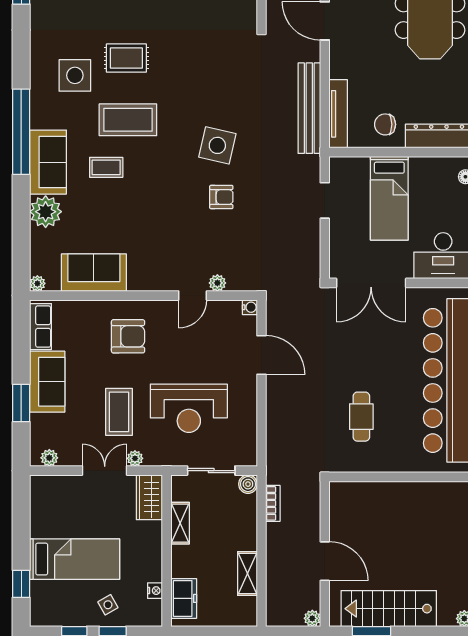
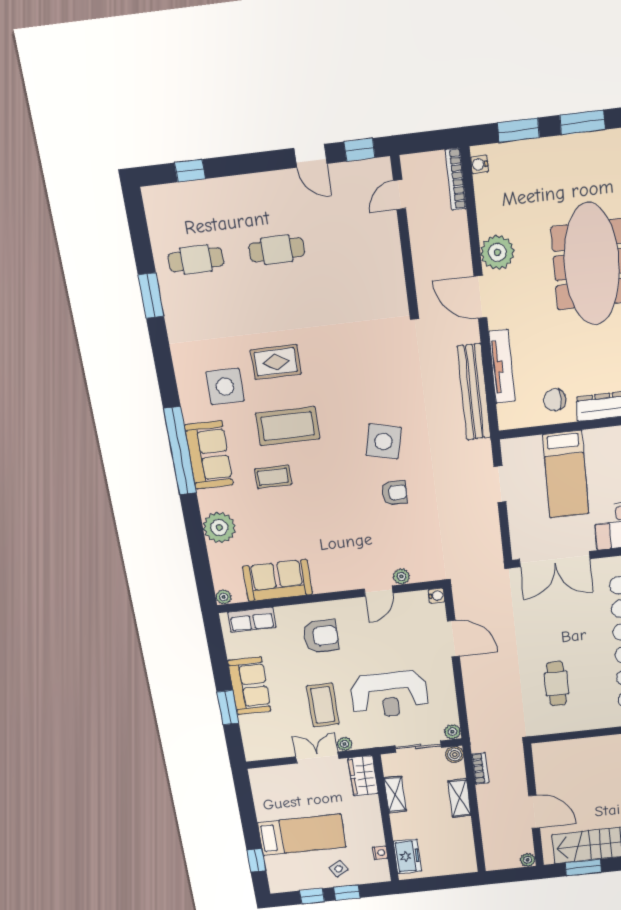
tv unit: (338, 114) -> (502, 367), moved
sofa: (48, 162) -> (209, 455), moved
row of seats: (41, 327) -> (252, 620), moved, turned 90
plant: (49, 458) -> (452, 732), moved
shelving: (247, 574) -> (459, 798), moved

